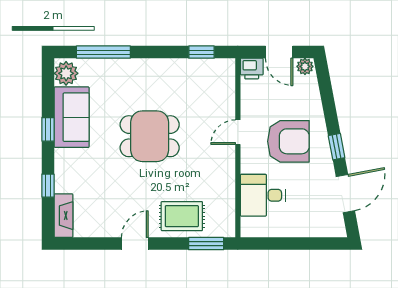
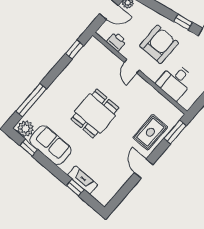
printer: (252, 69) -> (117, 42), moved, turned -90
window: (48, 129) -> (29, 148), moved
fireplace: (63, 216) -> (82, 180), moved

